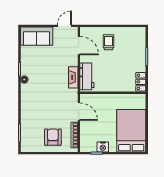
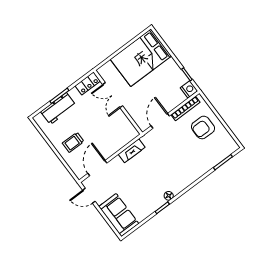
workbench: (87, 76) -> (58, 109), moved, turned 180
double door: (120, 93) -> (113, 95), added
nightstand: (103, 147) -> (189, 89), moved

